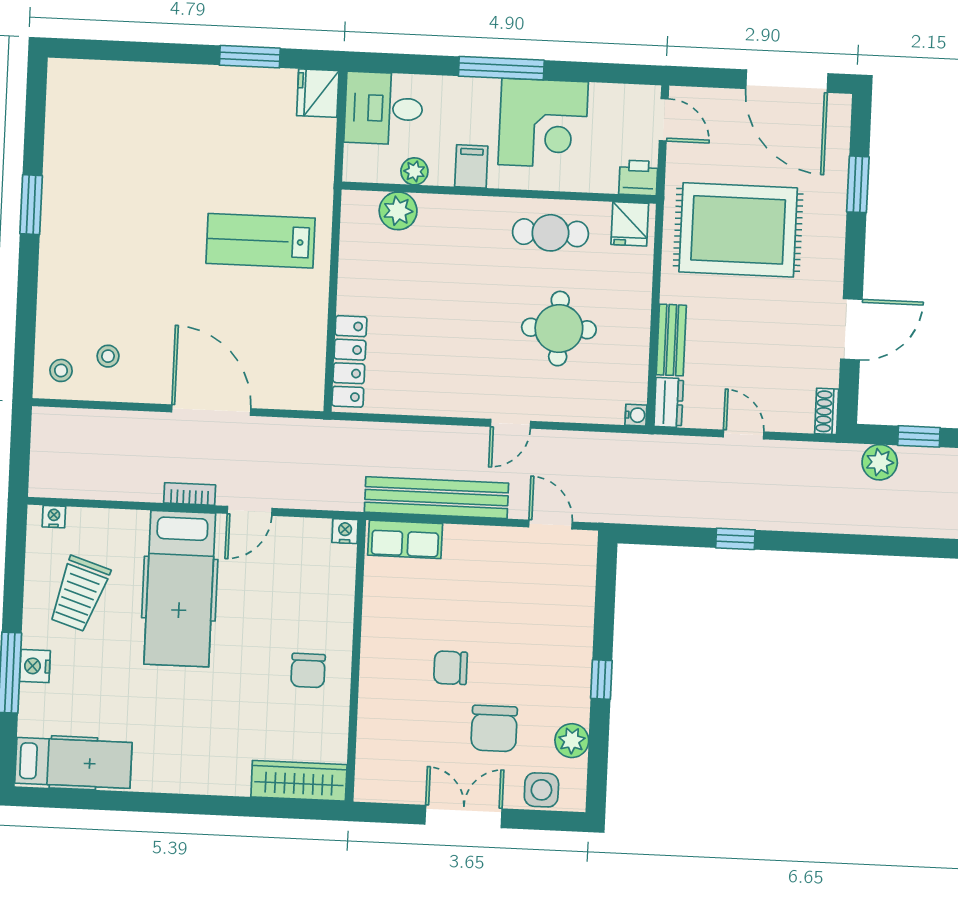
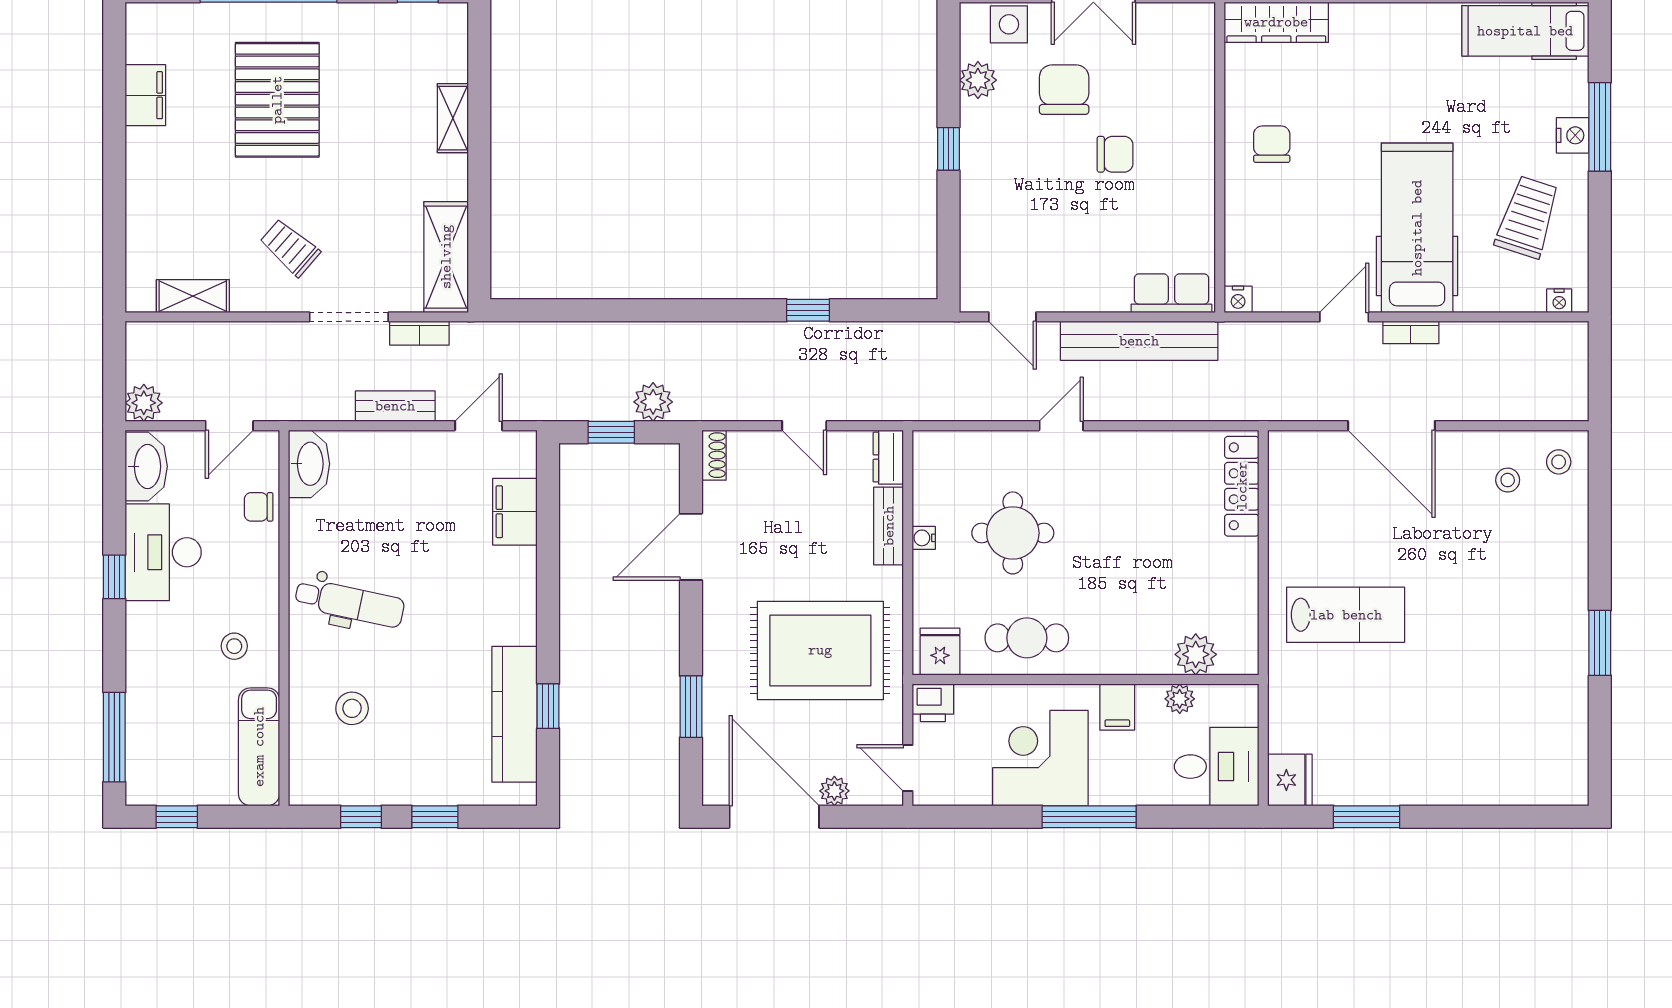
plant: (731, 102) -> (834, 791), added
water cooler: (636, 415) -> (924, 538), moved

